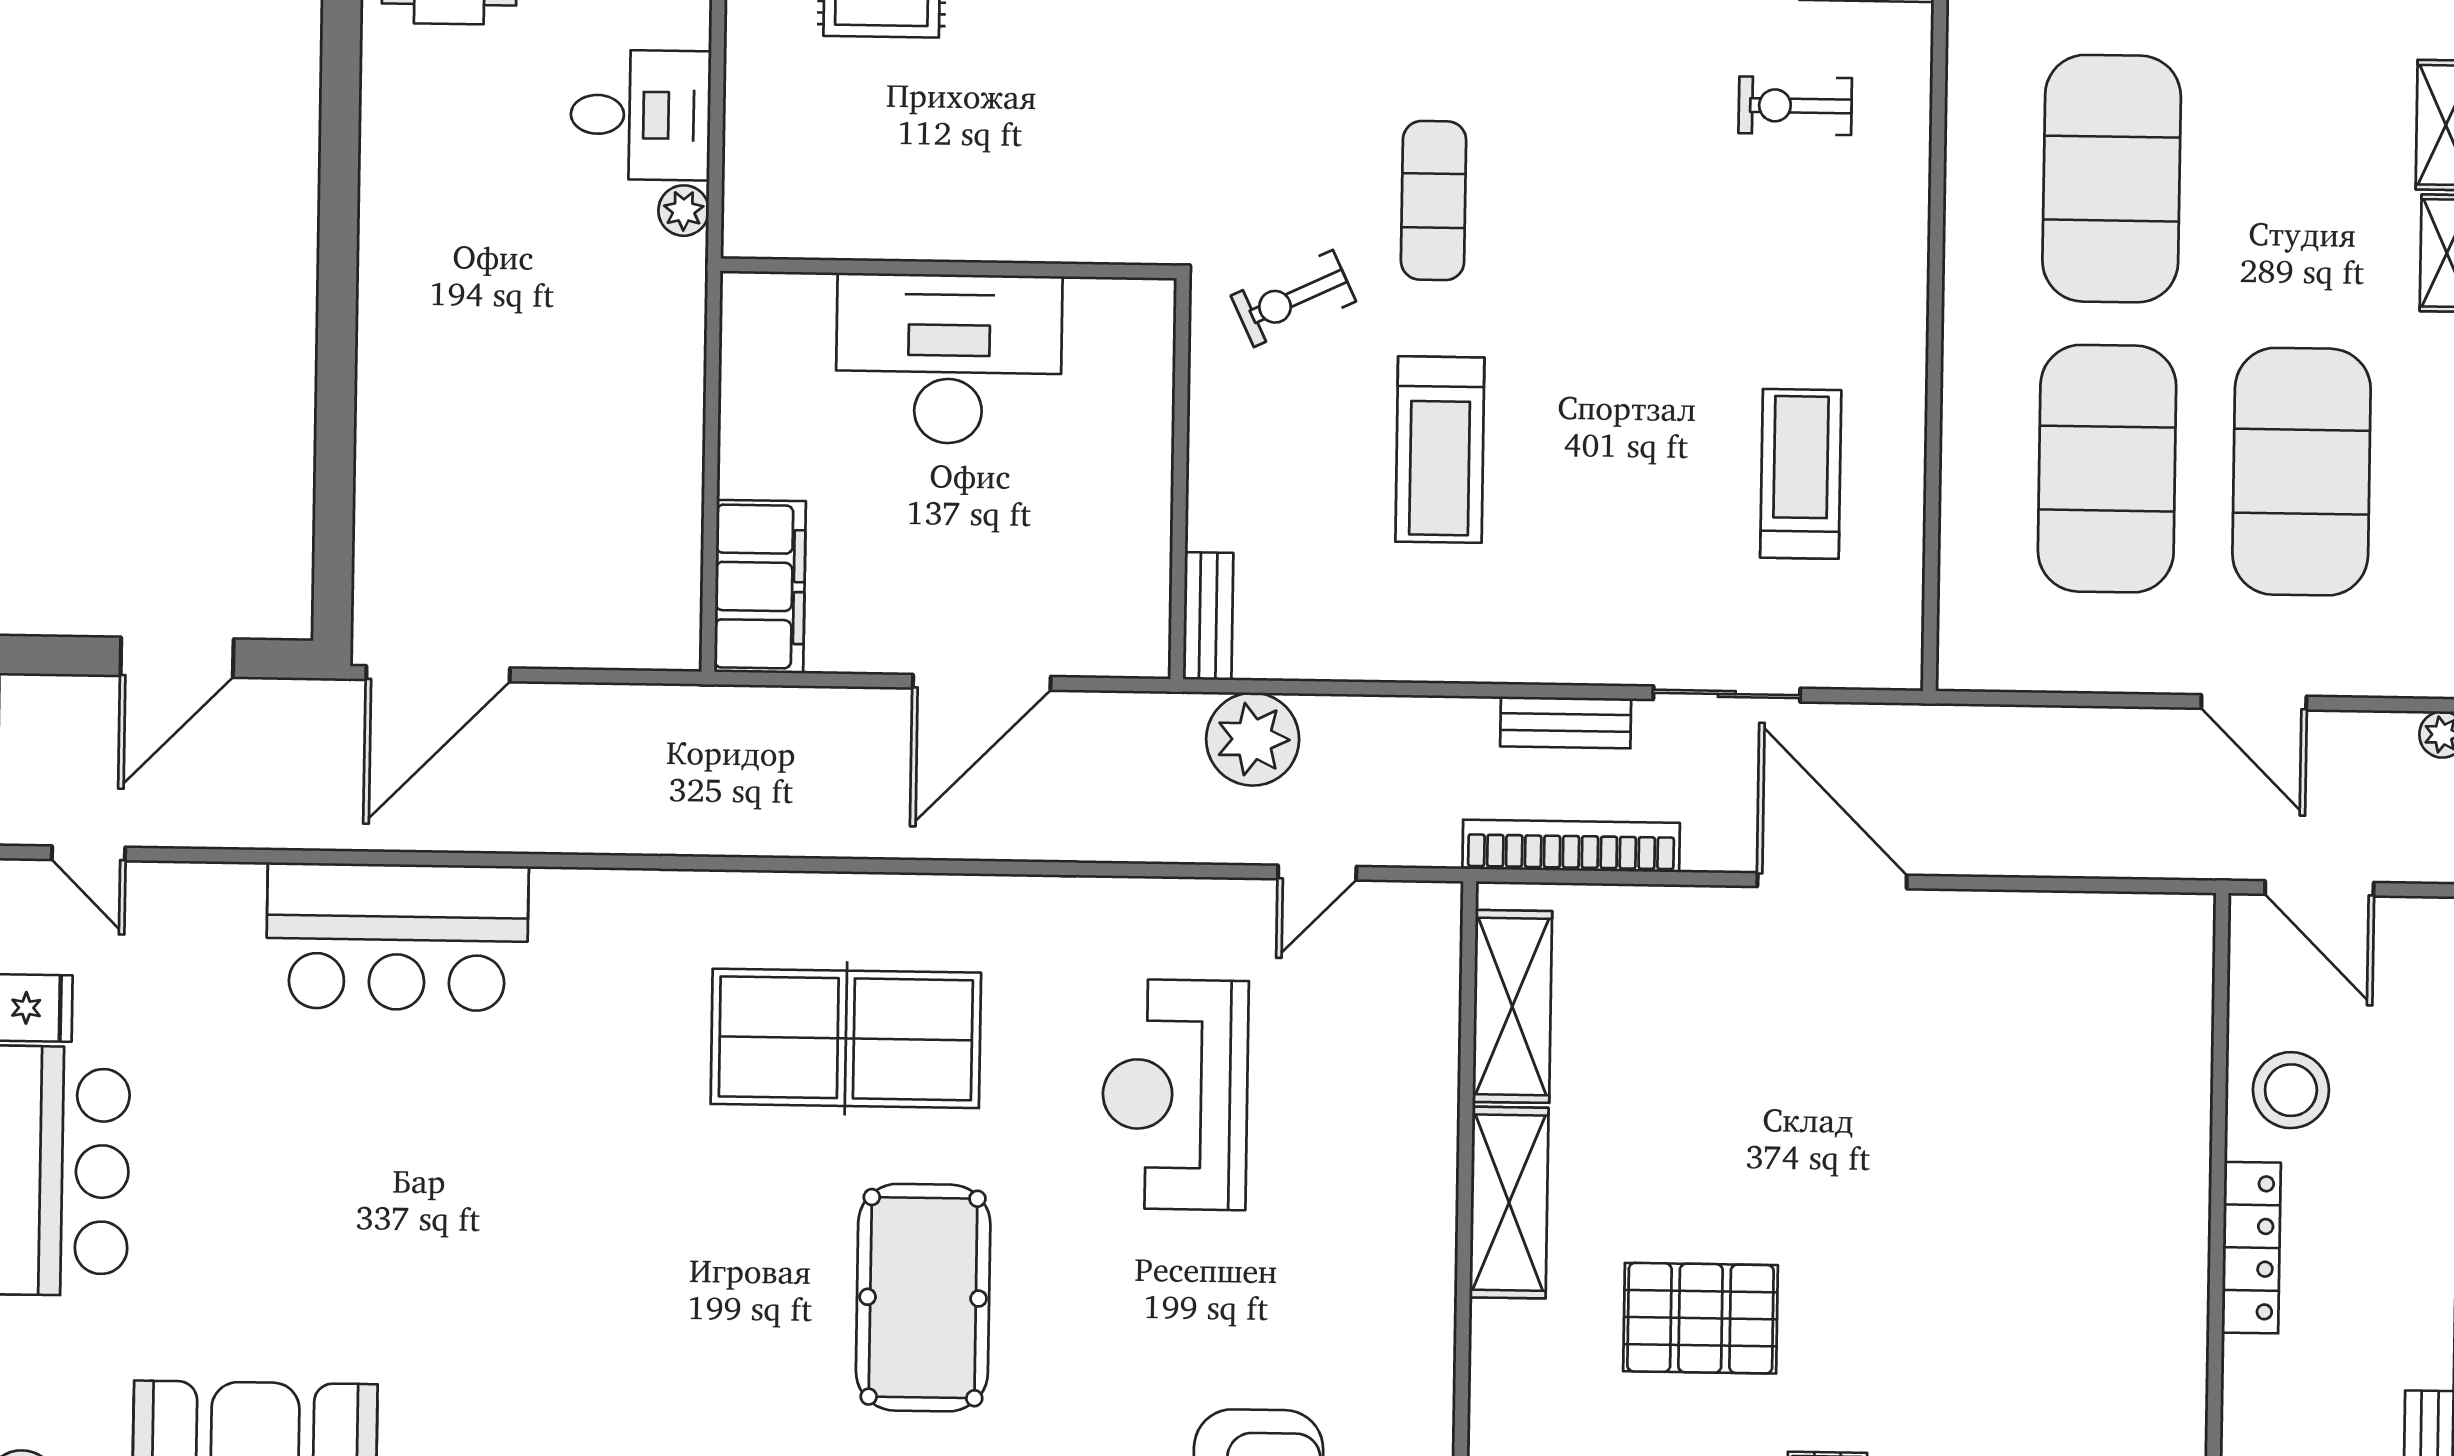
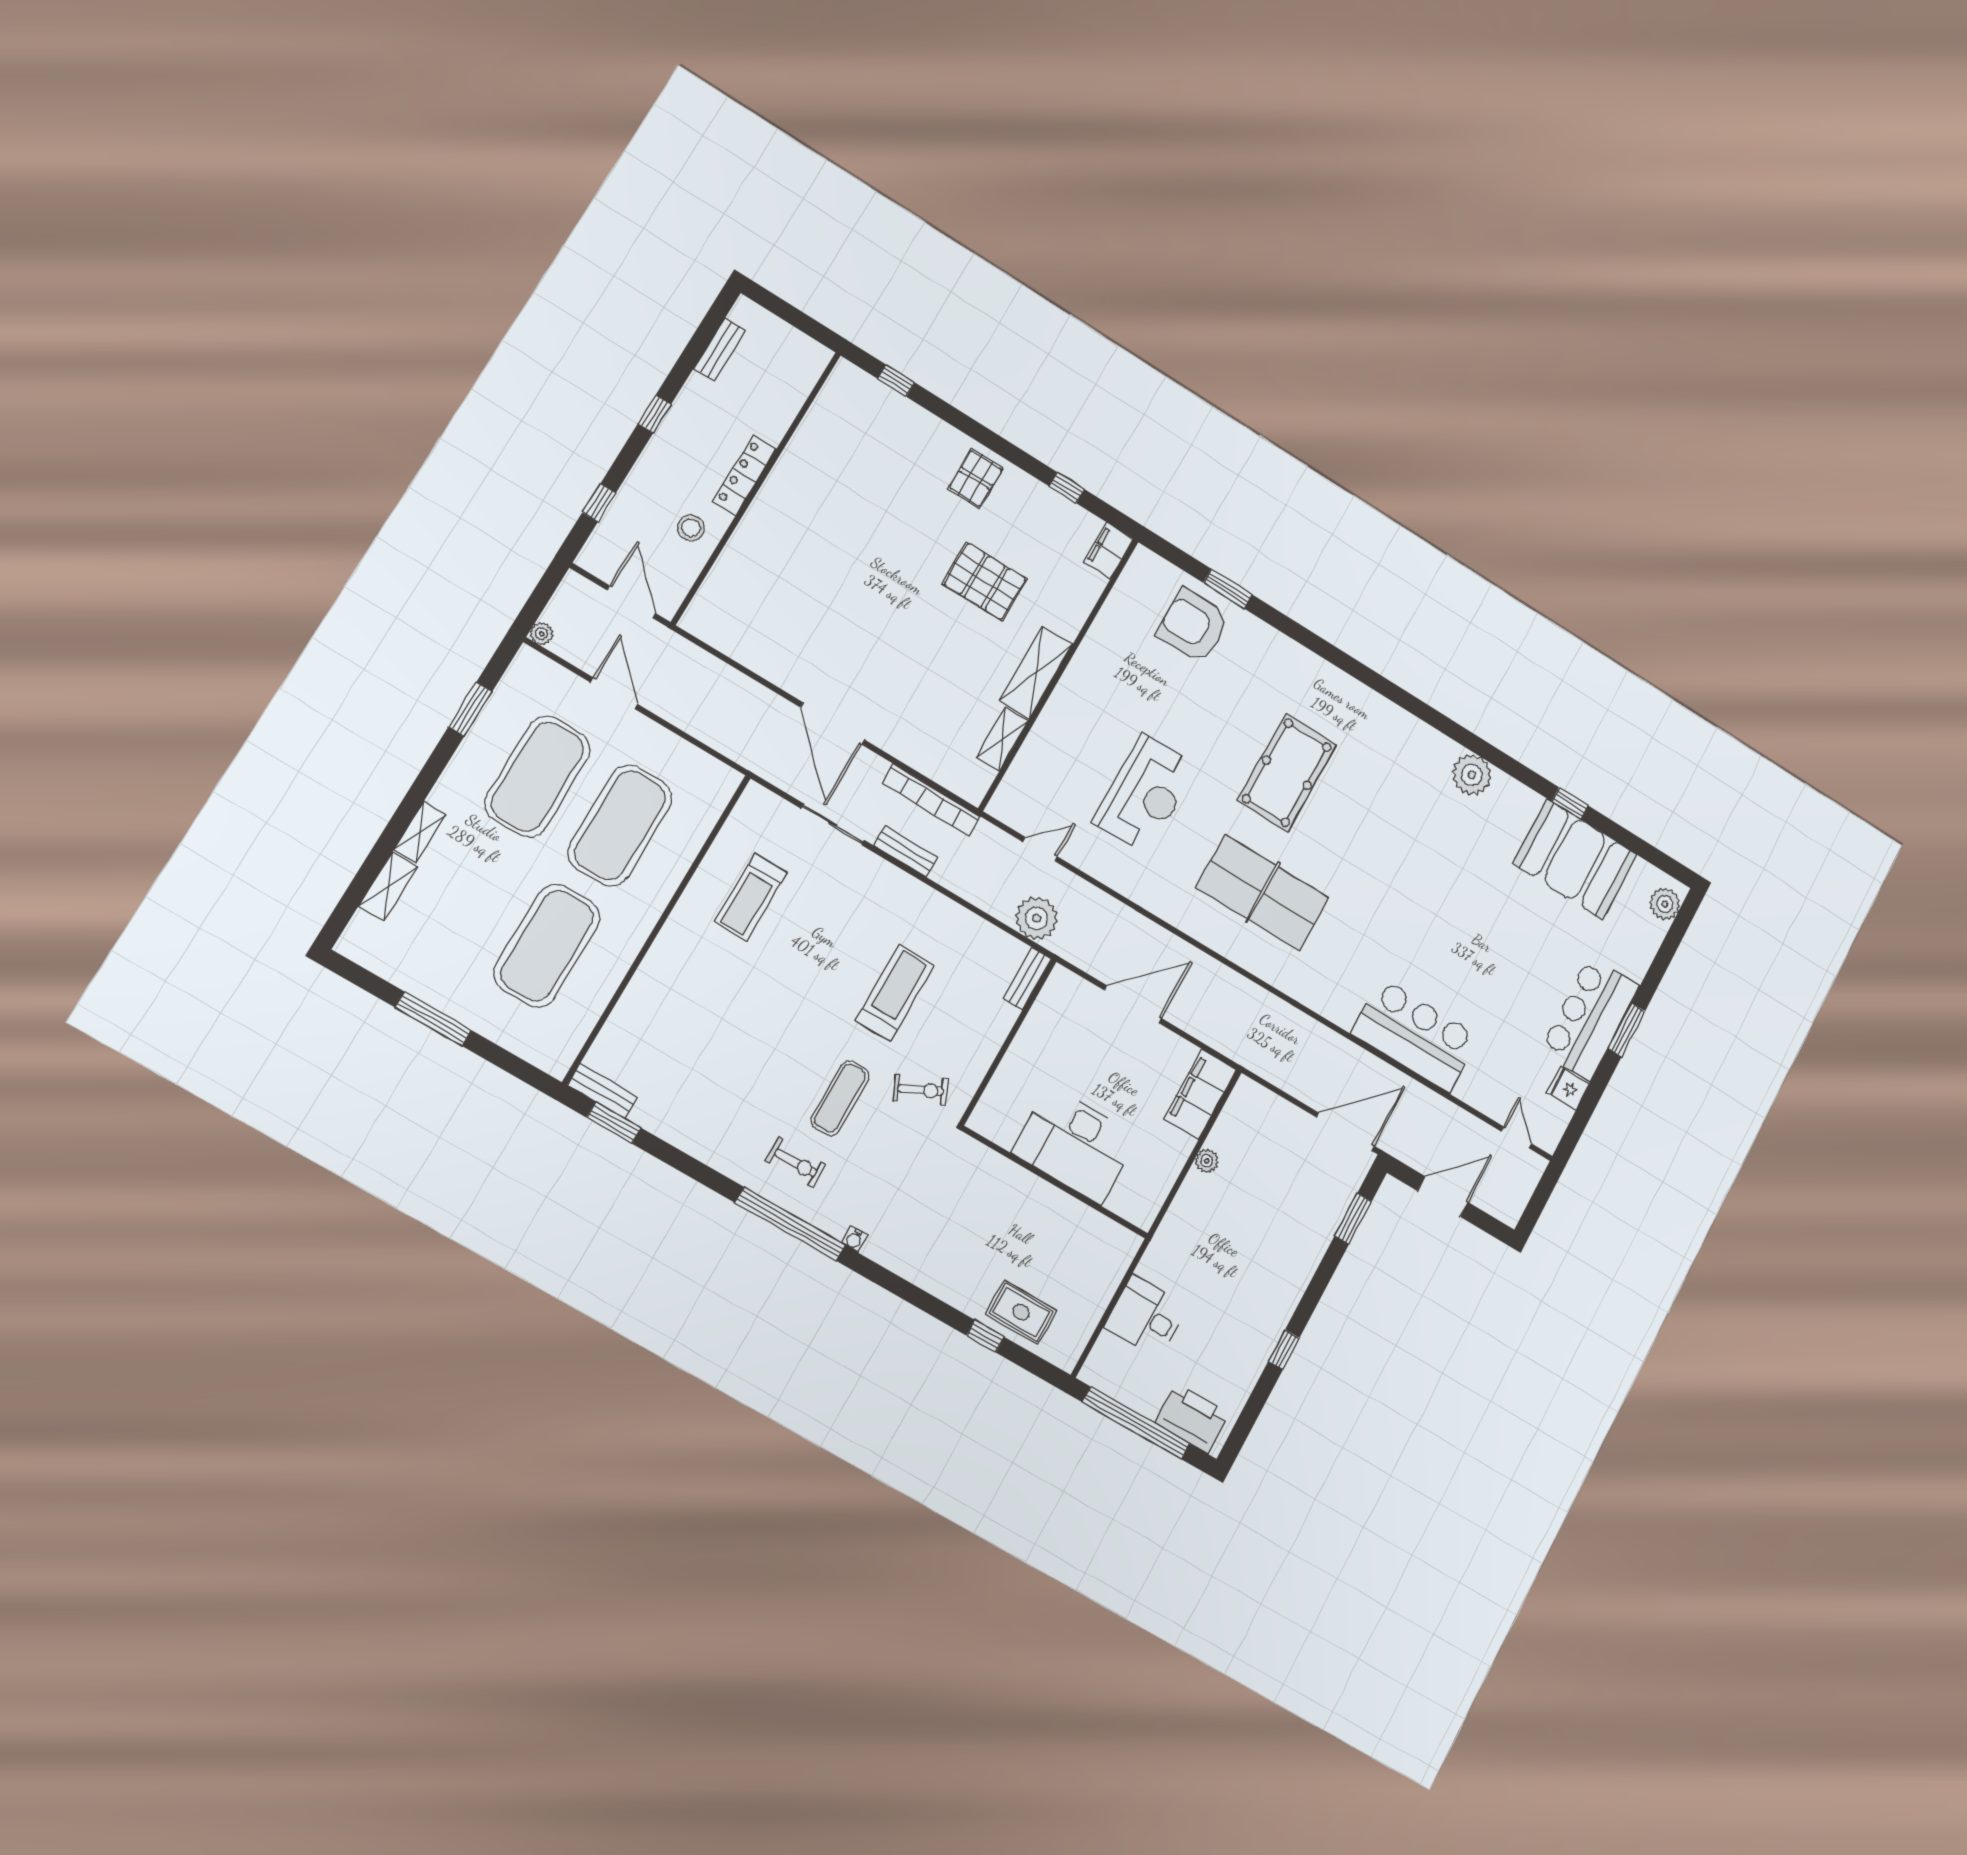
exercise bike: (1795, 106) -> (796, 1163), moved
window: (339, 198) -> (1284, 1350), added
plant: (684, 211) -> (1207, 1161), moved
window: (334, 517) -> (1353, 1219), added
shelving: (1512, 1006) -> (1002, 739), width x0.67, depth x0.75
stool: (2291, 1090) -> (691, 528), width x0.73, depth x0.73

